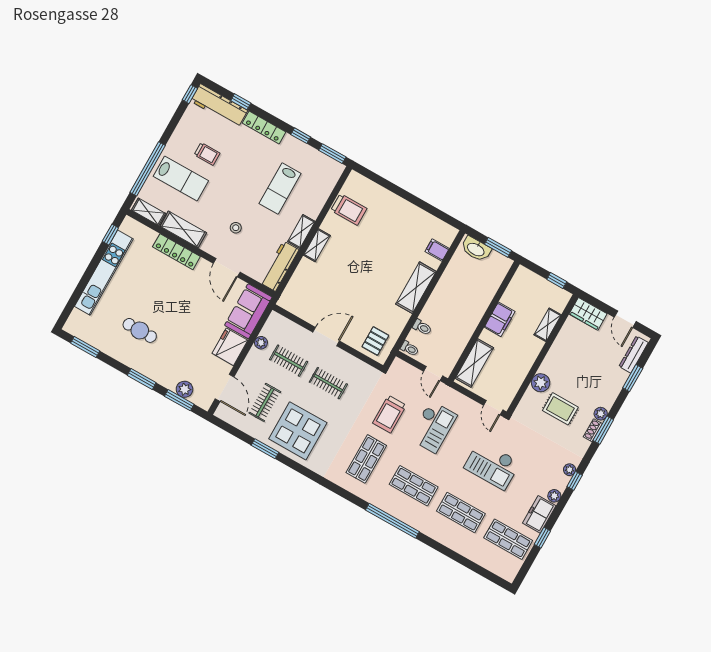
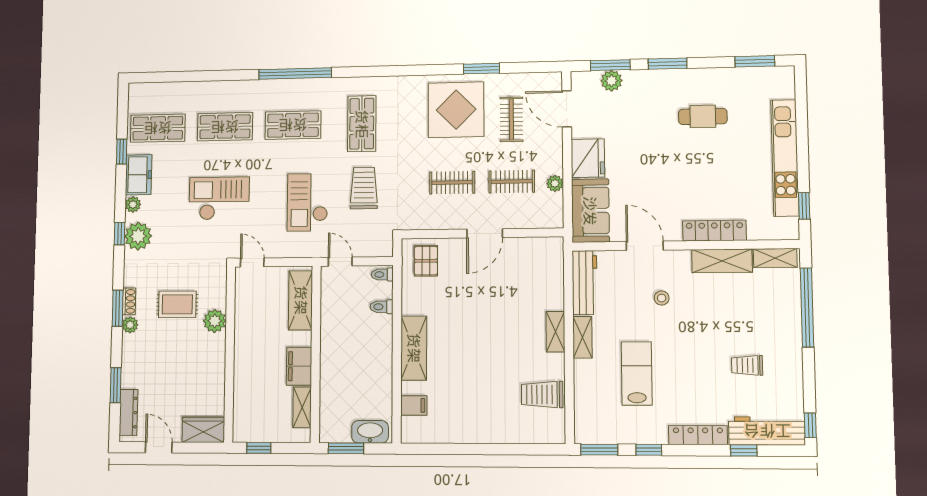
lab bench: (181, 178) -> (761, 319), removed
shelving: (548, 325) -> (302, 407), moved
plant: (570, 470) -> (138, 236), width x1.87, depth x1.87

